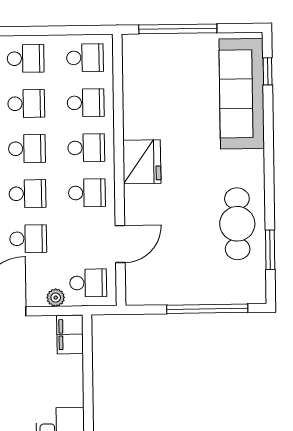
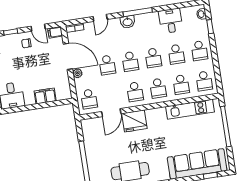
kitchen unit: (135, 92) -> (190, 109), added
fridge: (142, 162) -> (134, 121), moved
door: (120, 244) -> (111, 113), hinge flipped
plant: (56, 298) -> (77, 73), moved
filing cabinet: (70, 334) -> (45, 96), moved

